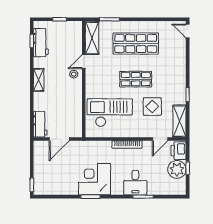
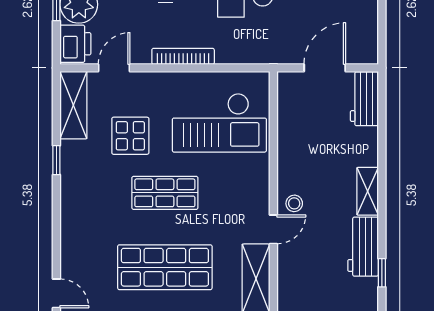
workbench: (41, 43) -> (363, 247), moved

